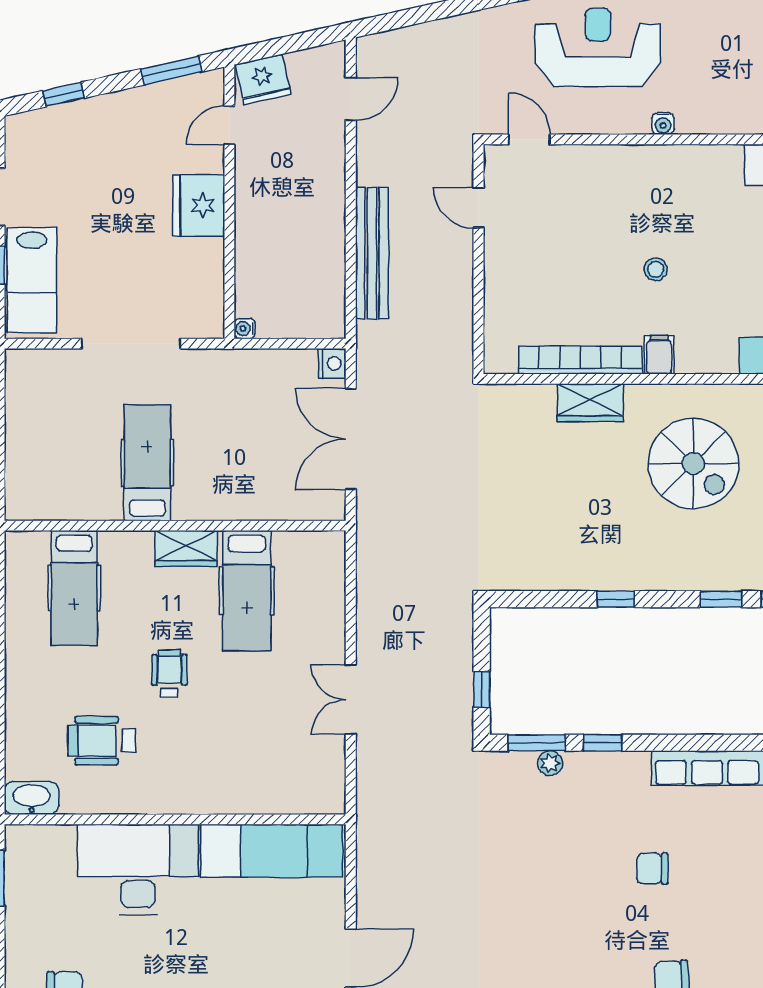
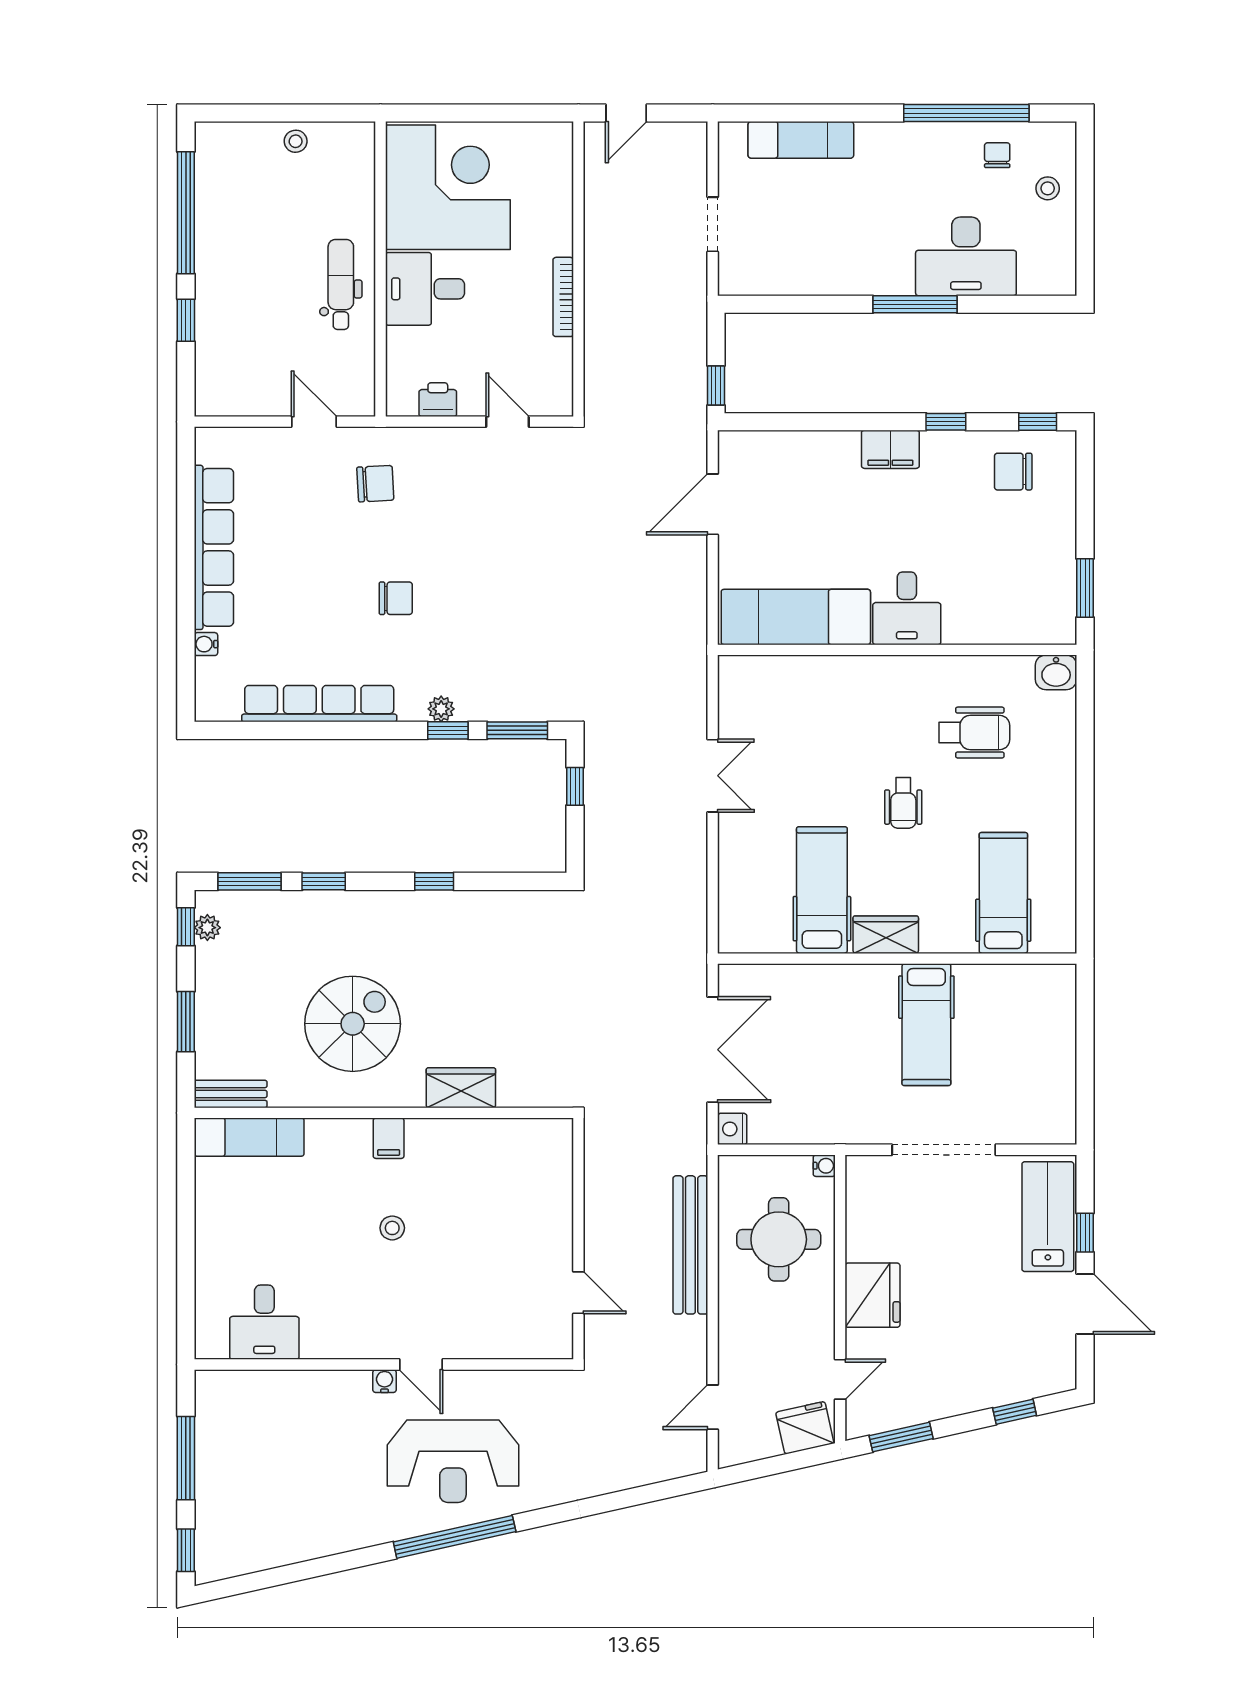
door: (529, 139) -> (421, 1365), moved
round table: (288, 258) -> (779, 1239), added
bookcase: (580, 360) -> (471, 1133), removed
spiral stairs: (693, 464) -> (353, 1024), turned 90
plant: (550, 763) -> (441, 709), moved
washbasin: (32, 798) -> (1056, 672), width x0.72
desk: (138, 869) -> (907, 608), width x0.53, depth x0.77

